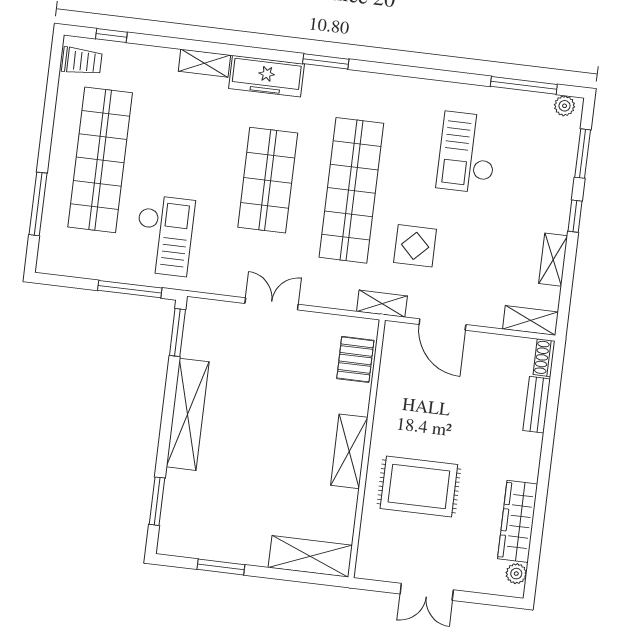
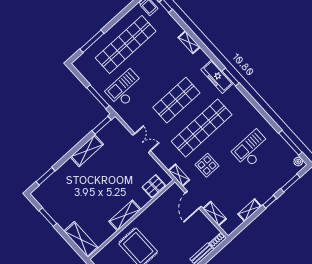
freezer: (266, 76) -> (217, 77), moved
checkout: (164, 235) -> (125, 89), turned 180
shelving: (530, 321) -> (215, 214), moved
shelving: (188, 414) -> (87, 151), width x0.68

